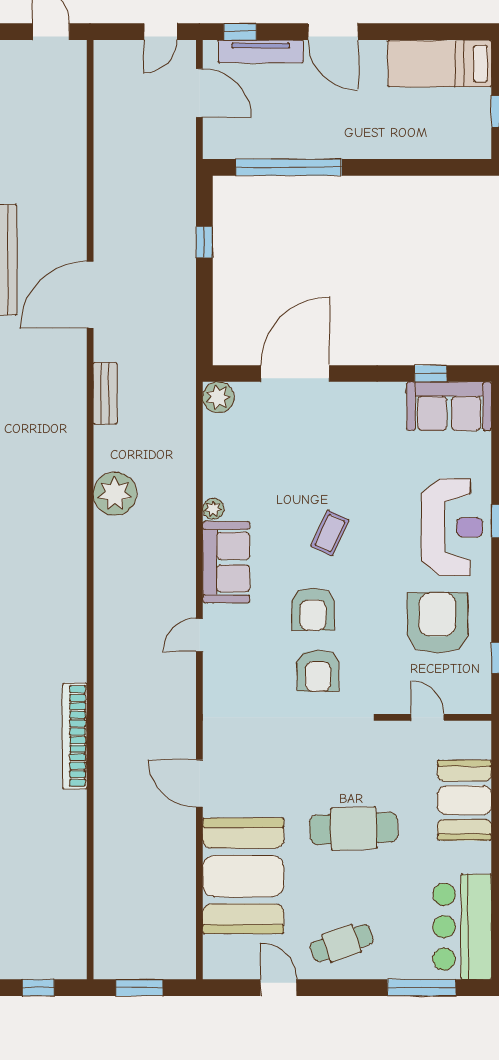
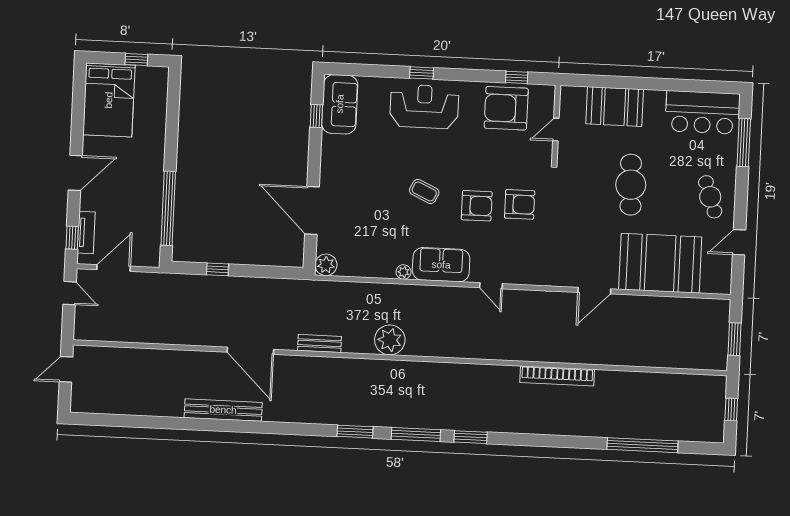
tv unit: (261, 51) -> (86, 233), width x0.71
bed: (440, 64) -> (109, 100), width x1.50
armchair: (437, 623) -> (506, 108), moved

